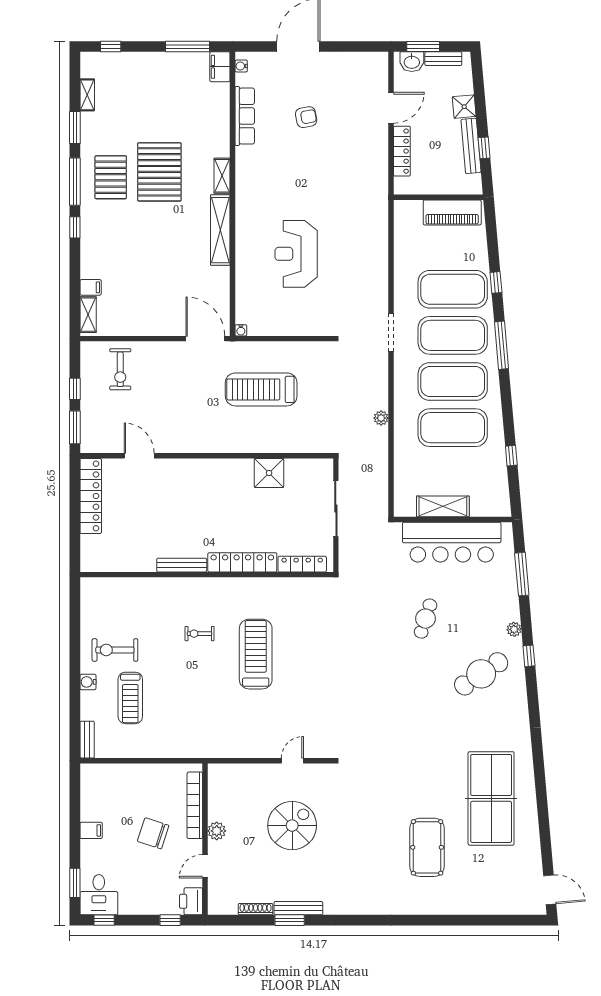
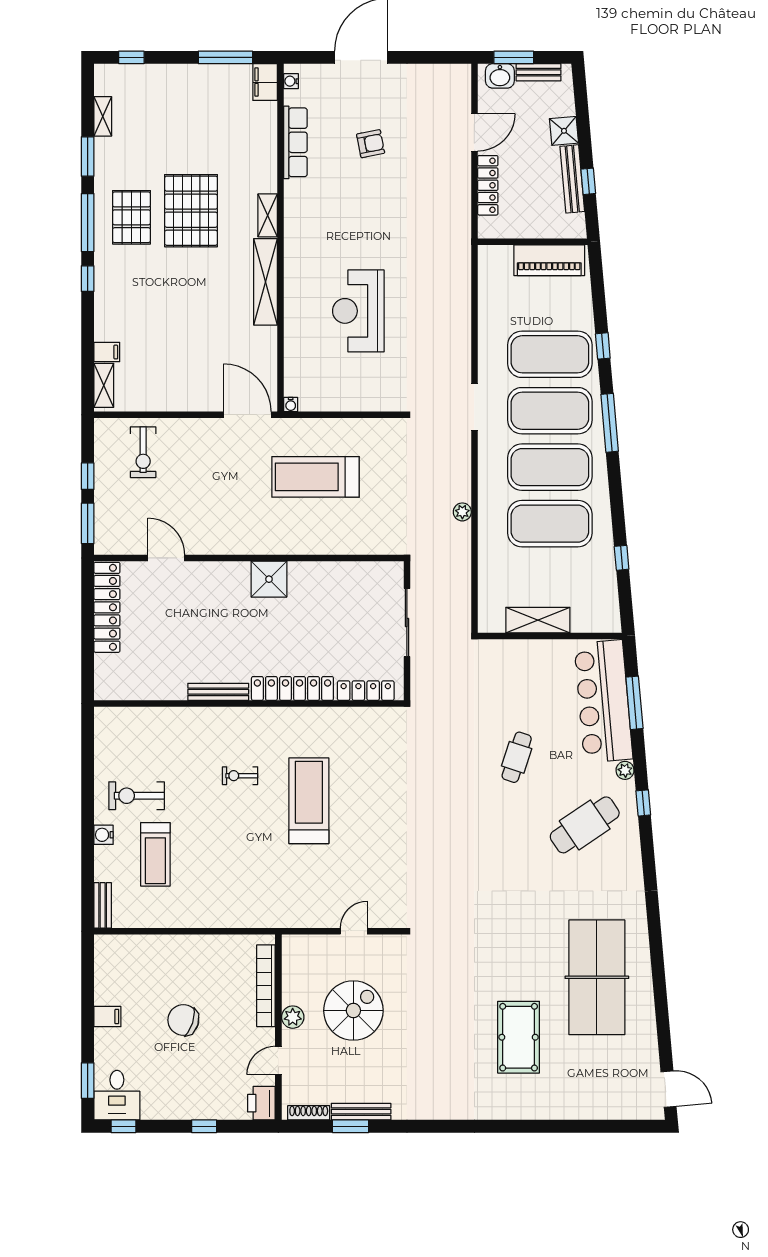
shower: (269, 473) -> (269, 579), moved
bar counter: (452, 542) -> (603, 701), moved, turned 85
bookcase: (195, 805) -> (266, 986), moved
plant: (217, 831) -> (293, 1017), moved
wall: (205, 839) -> (278, 1027), moved
door: (205, 866) -> (278, 1060), moved
printer: (191, 901) -> (261, 1103), moved

